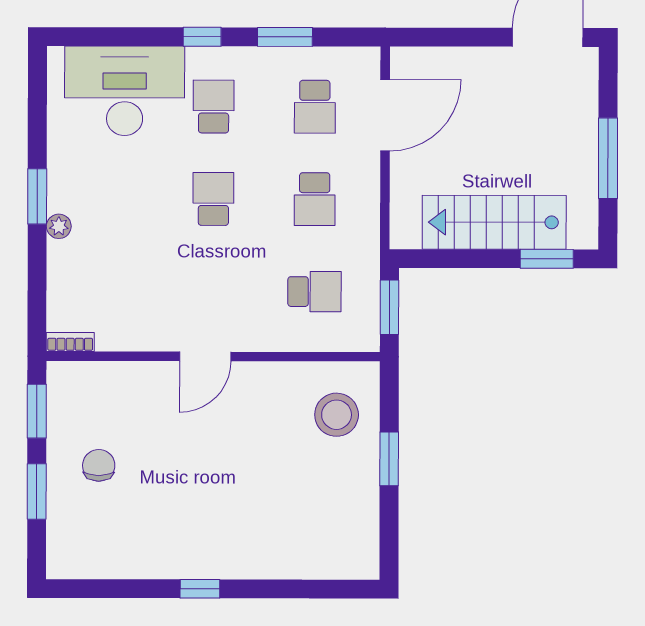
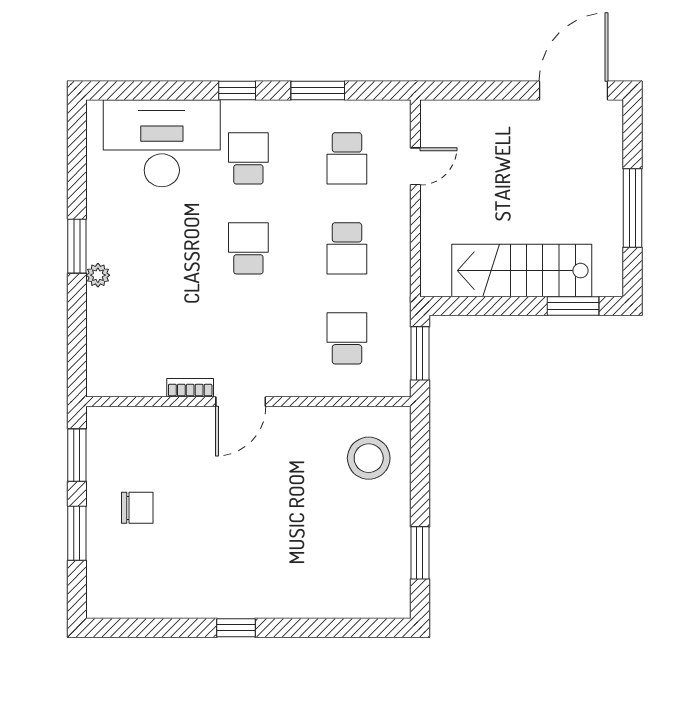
door: (385, 115) -> (415, 166), width x0.53
school desk: (314, 292) -> (347, 338), turned -90
bookcase: (70, 342) -> (190, 388), moved
window: (389, 459) -> (420, 553), moved
chair: (99, 465) -> (137, 508), turned 90

